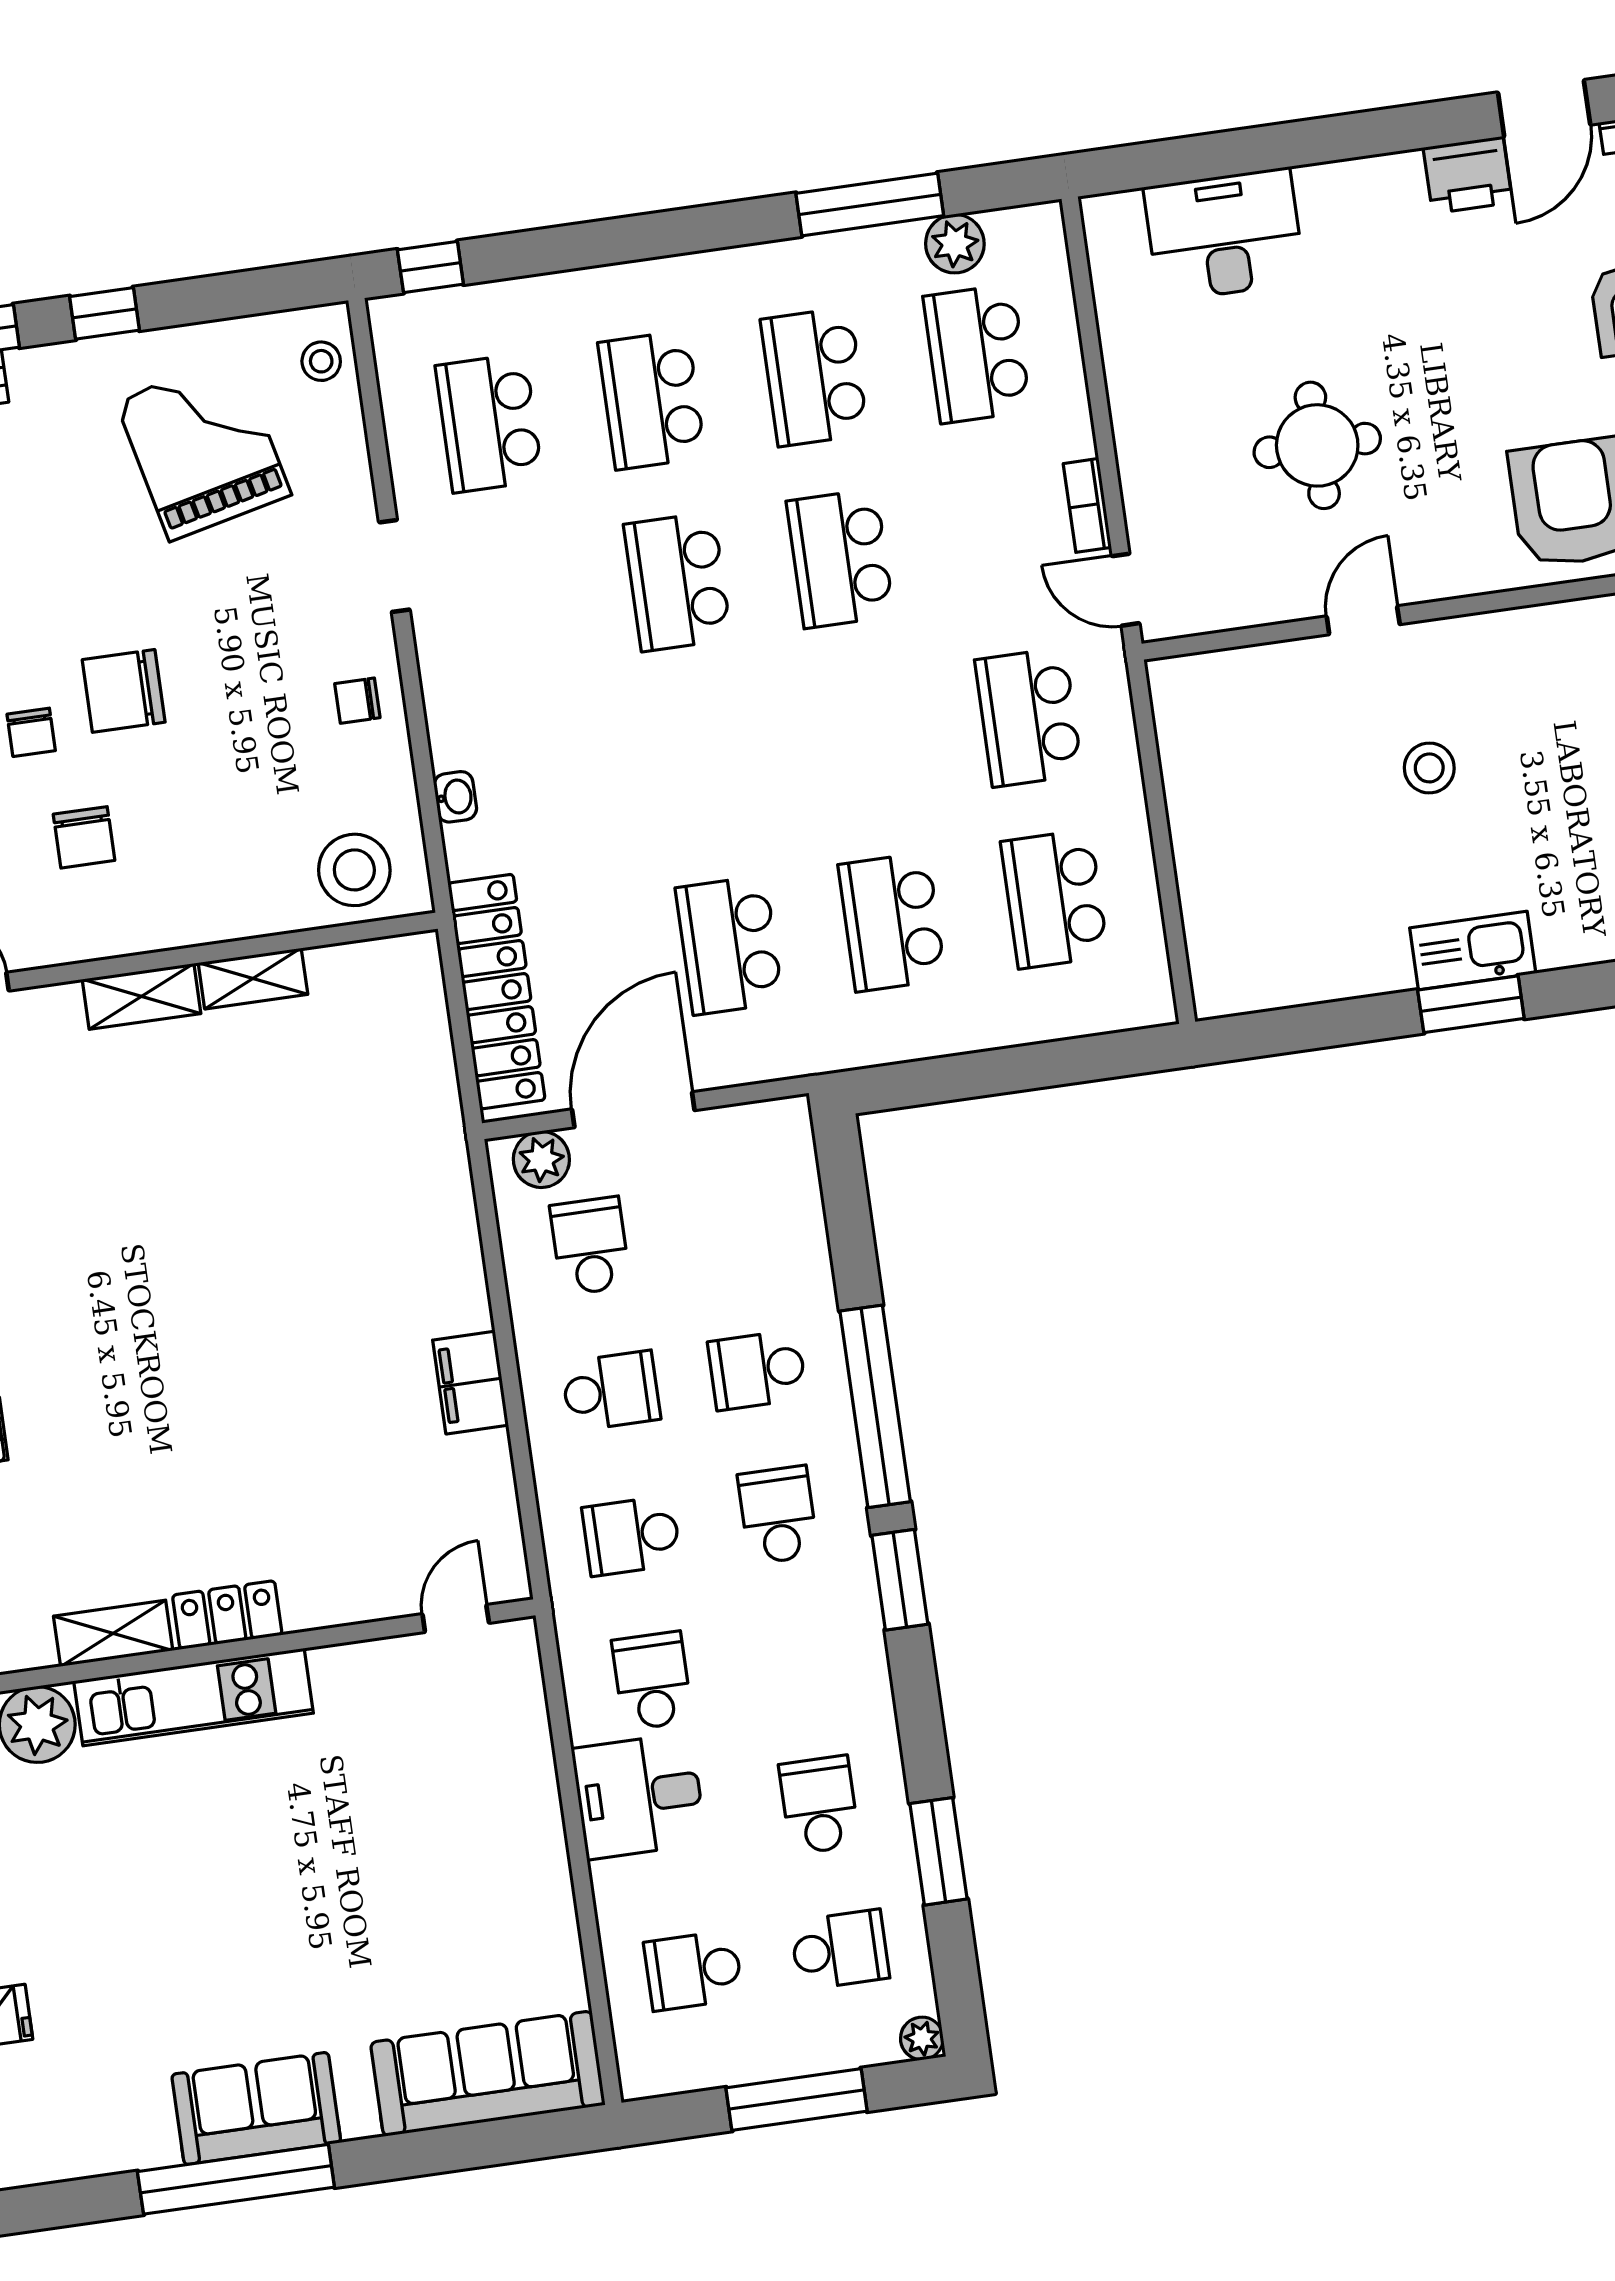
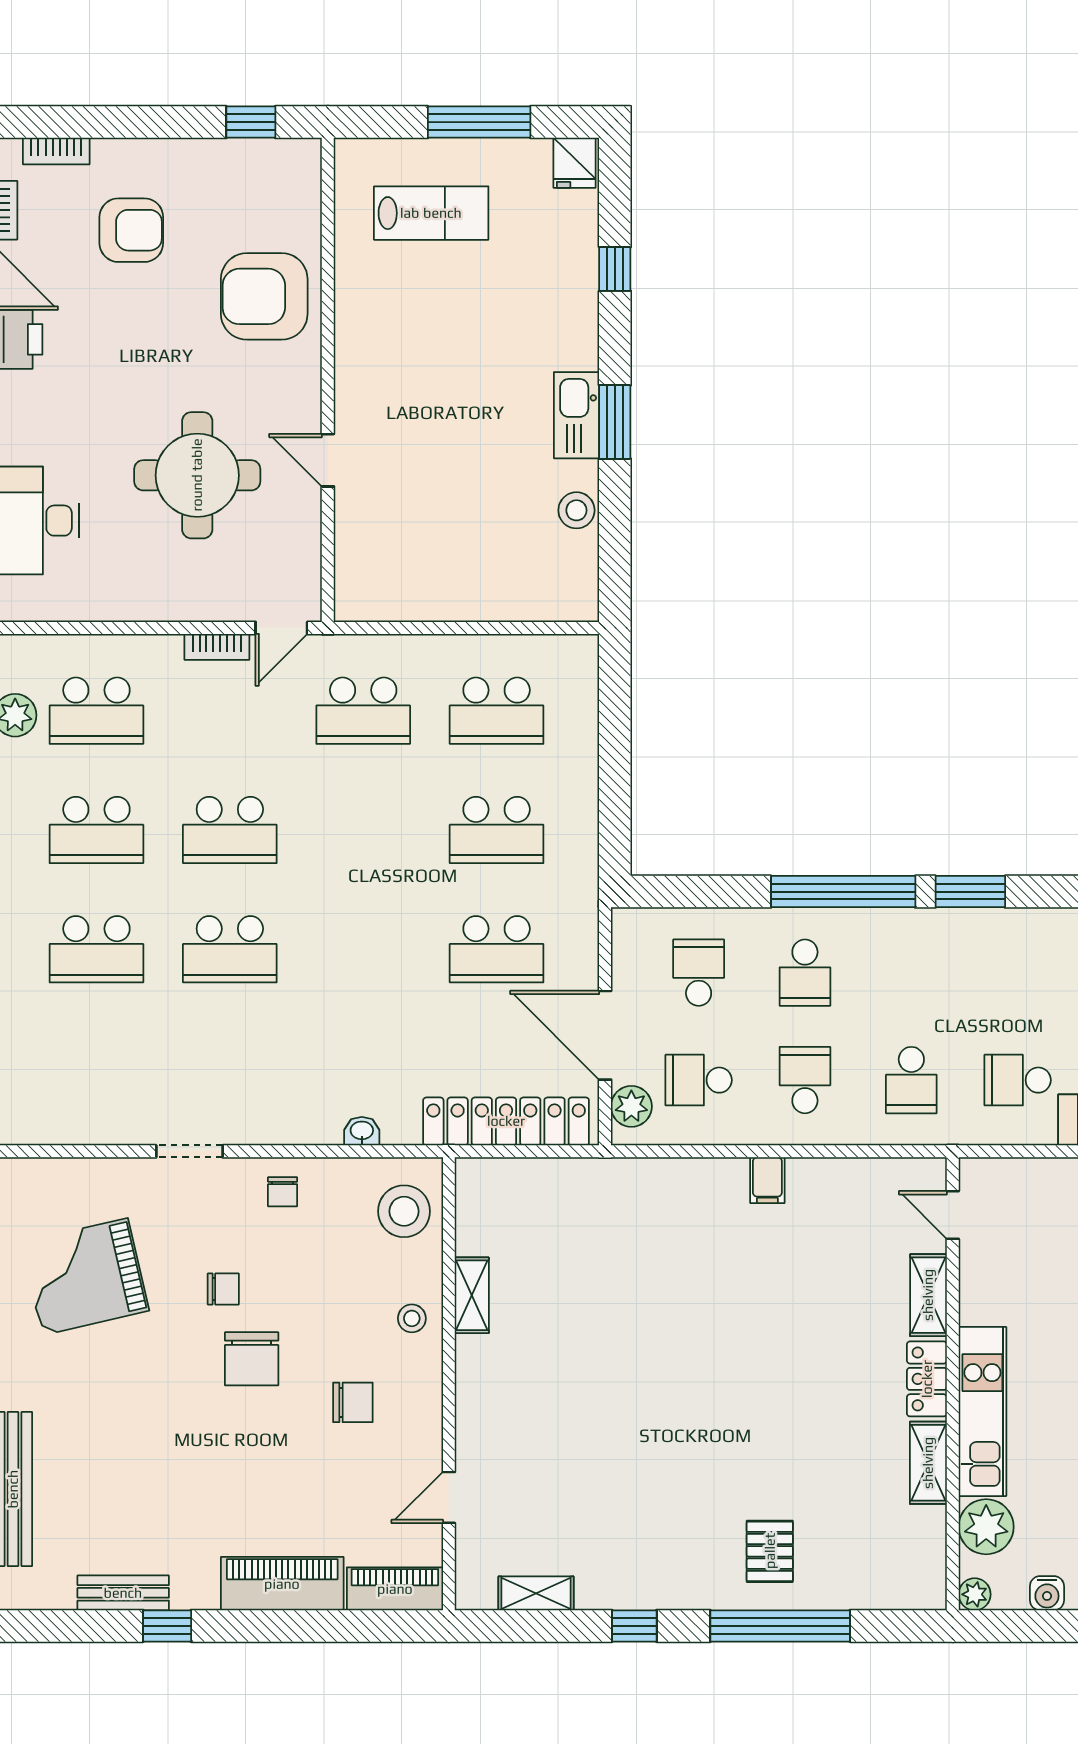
stool: (321, 361) -> (412, 1318), moved
school desk: (489, 423) -> (96, 1069), removed
round table: (1317, 445) -> (197, 475), width x1.36, depth x1.36
chair: (31, 732) -> (223, 1289), moved
stool: (1429, 768) -> (576, 510), moved
shelving: (142, 996) -> (928, 1295), moved
filing cabinet: (471, 1383) -> (767, 1180), width x0.50
school desk: (778, 1515) -> (699, 973), moved, turned 90

